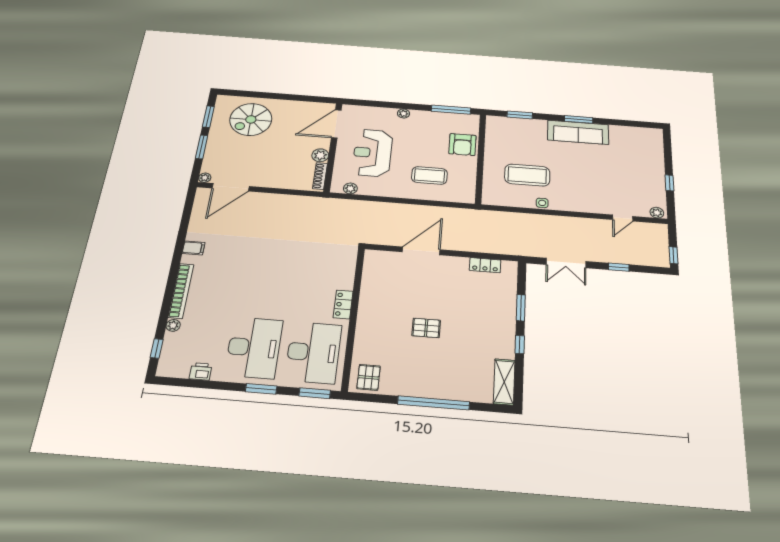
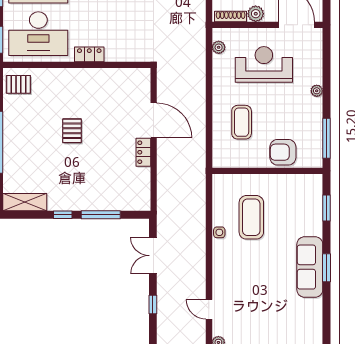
locker: (485, 265) -> (143, 152), moved
window: (521, 308) -> (101, 215), width x1.44

